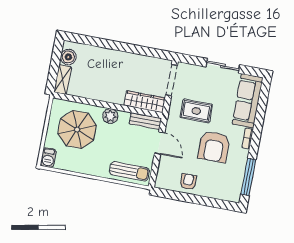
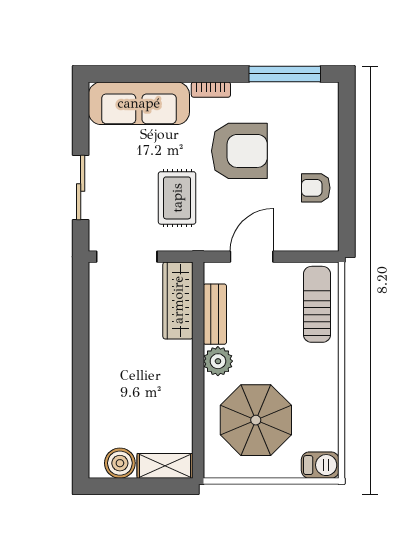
sliding door: (223, 66) -> (81, 187), moved
bench: (145, 121) -> (215, 314), moved

